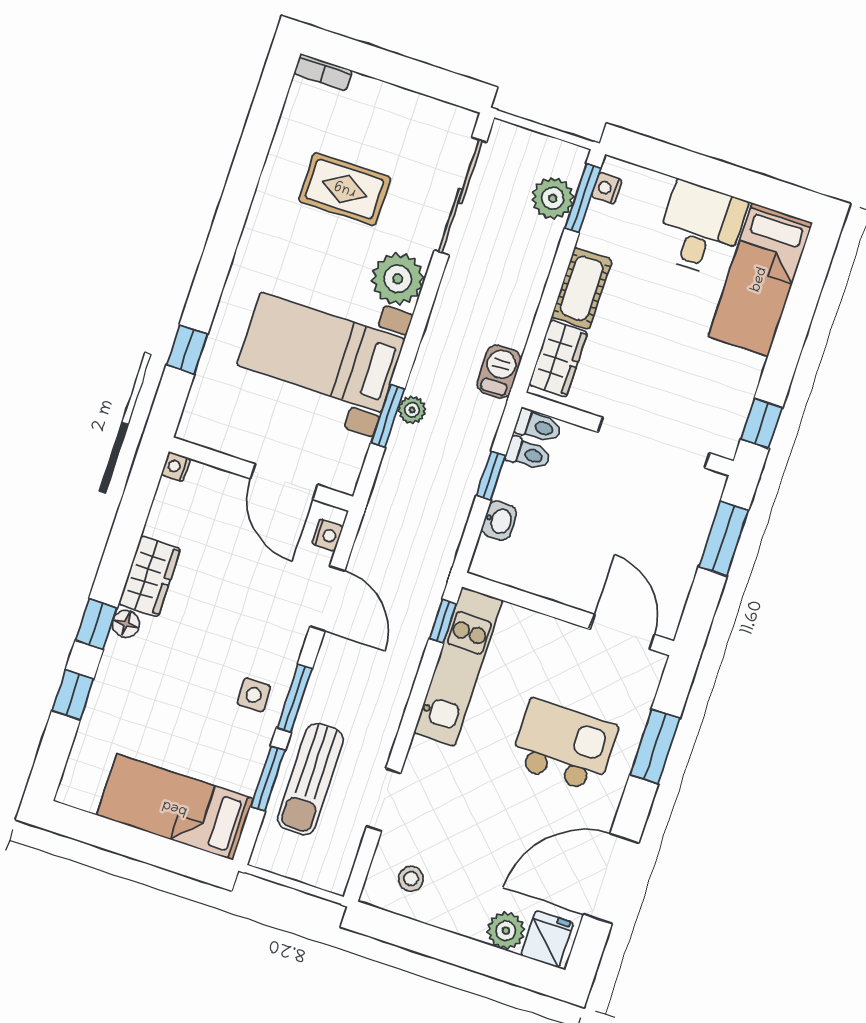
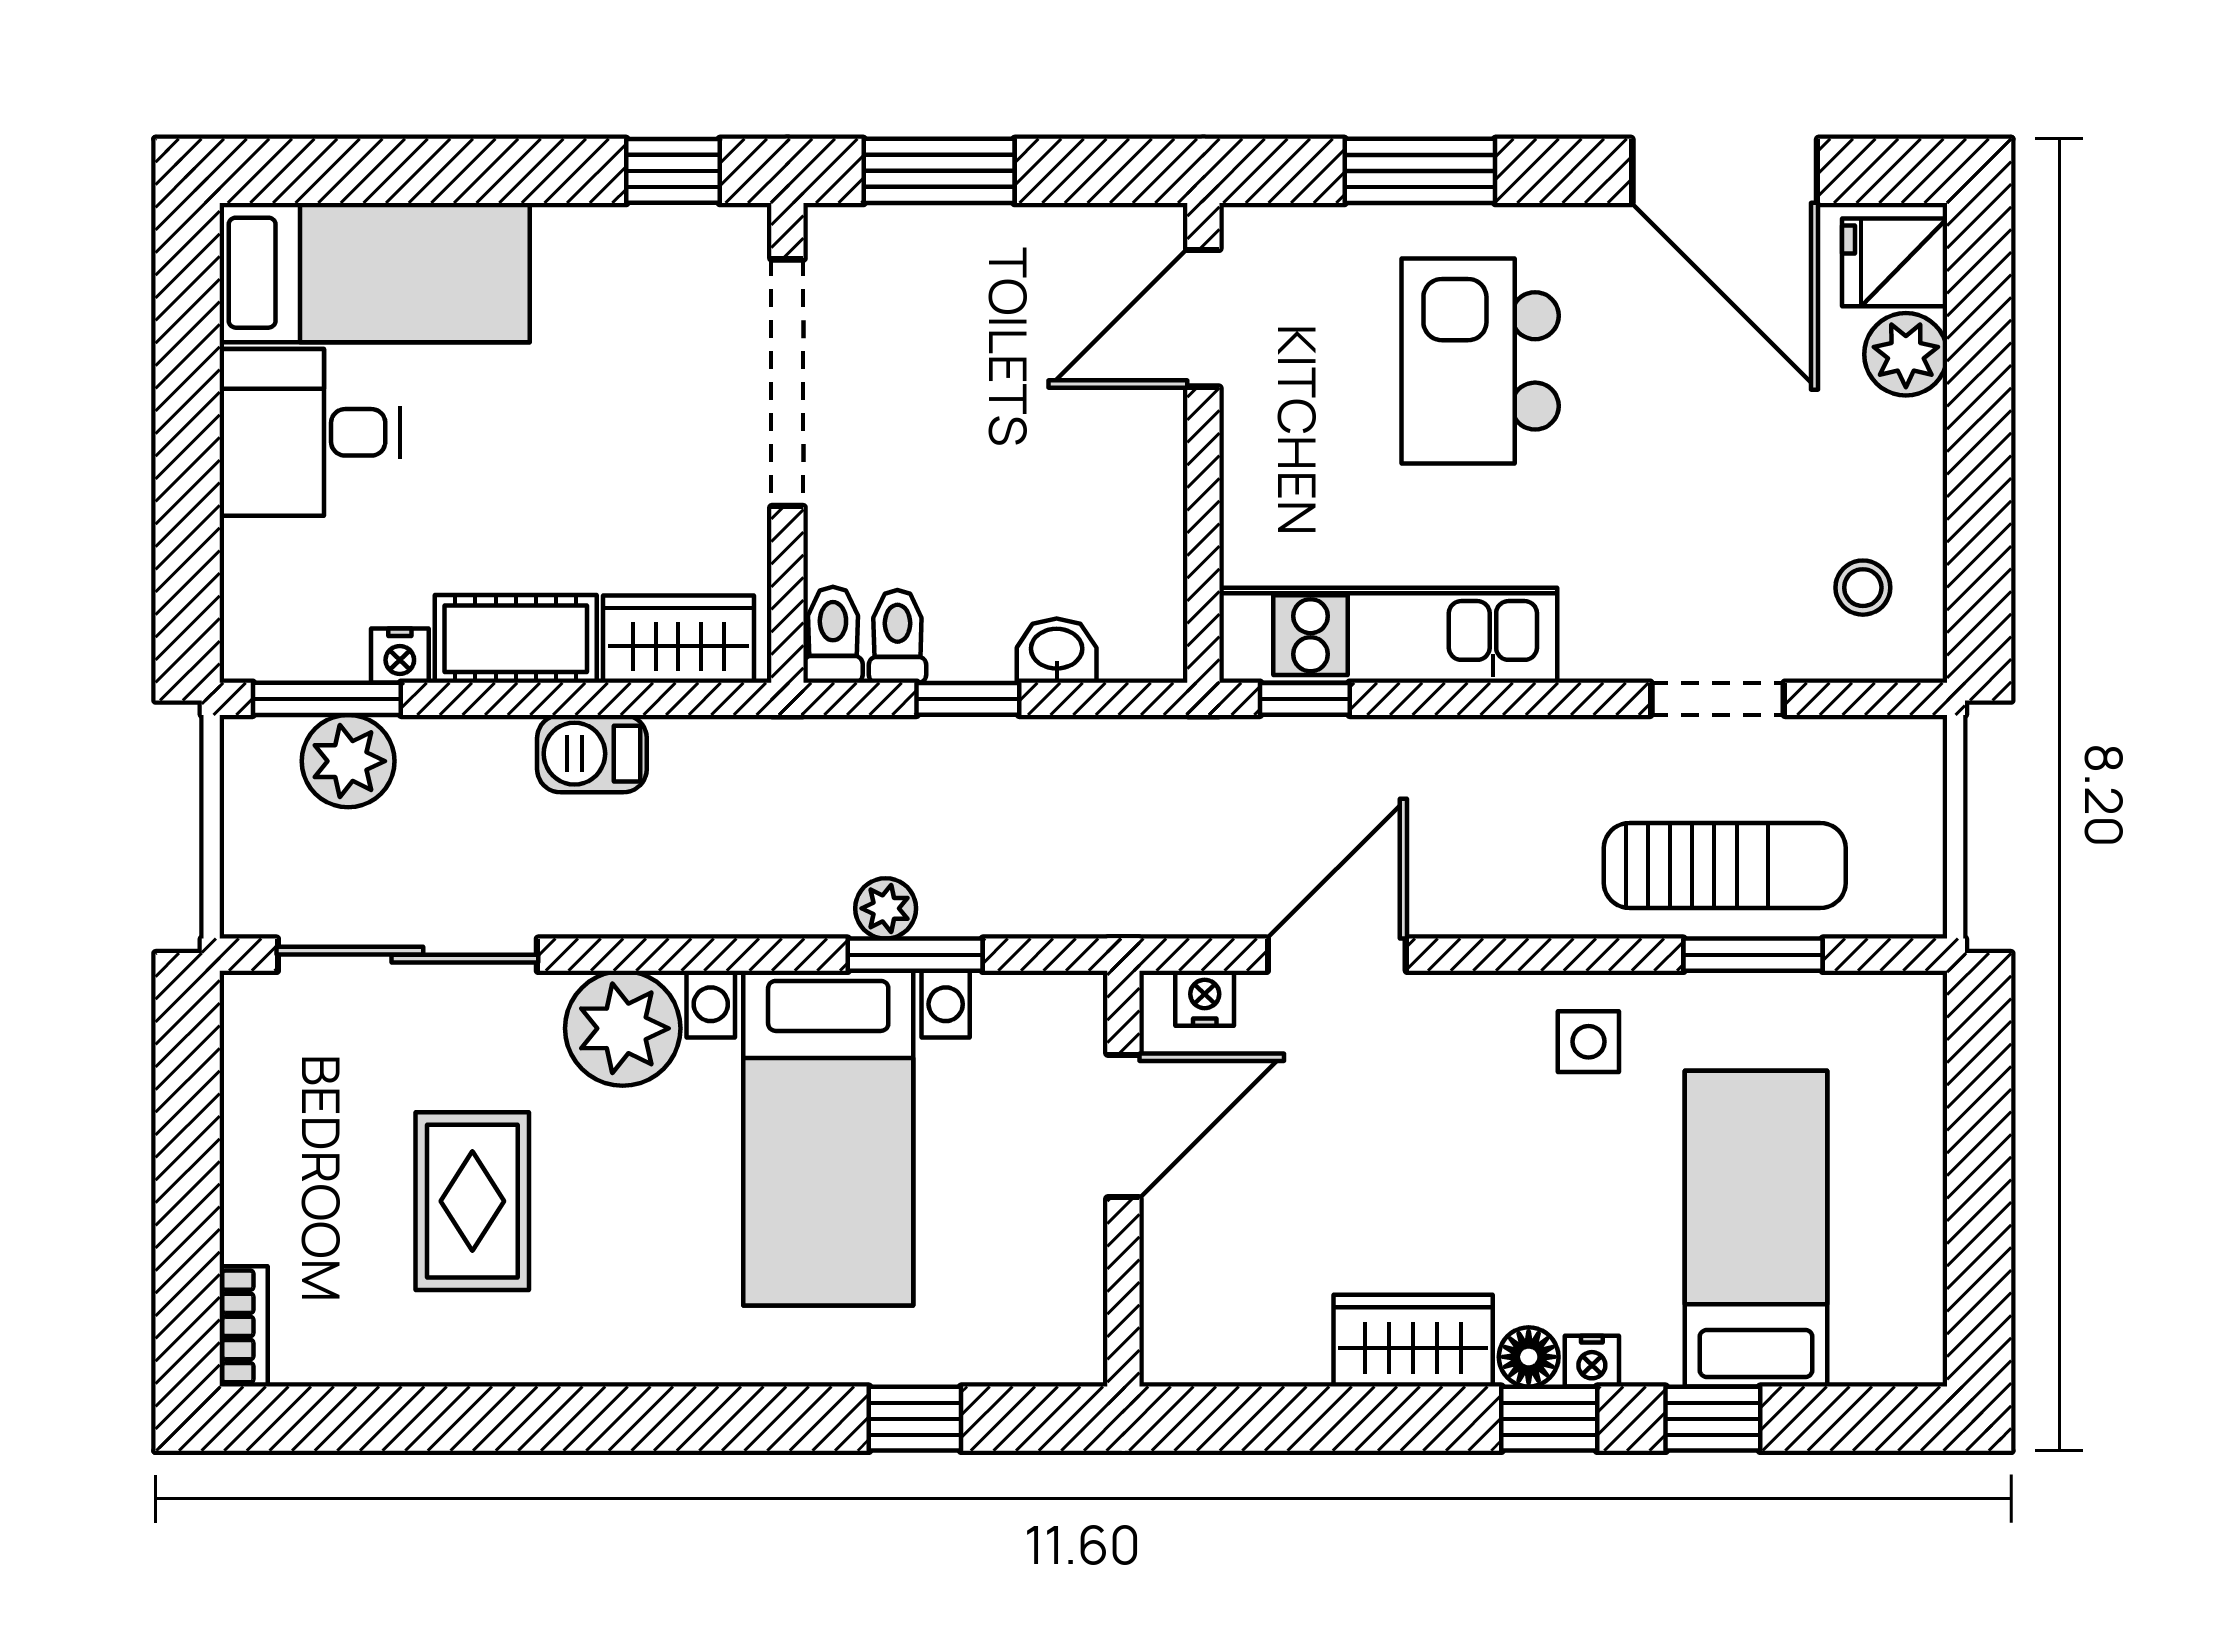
nightstand: (607, 188) -> (400, 656), moved
barbecue: (499, 372) -> (592, 754), moved
nightstand: (176, 467) -> (1592, 1361), moved
window: (294, 698) -> (1567, 955), removed
bed: (175, 807) -> (1756, 1229), moved, turned 180

